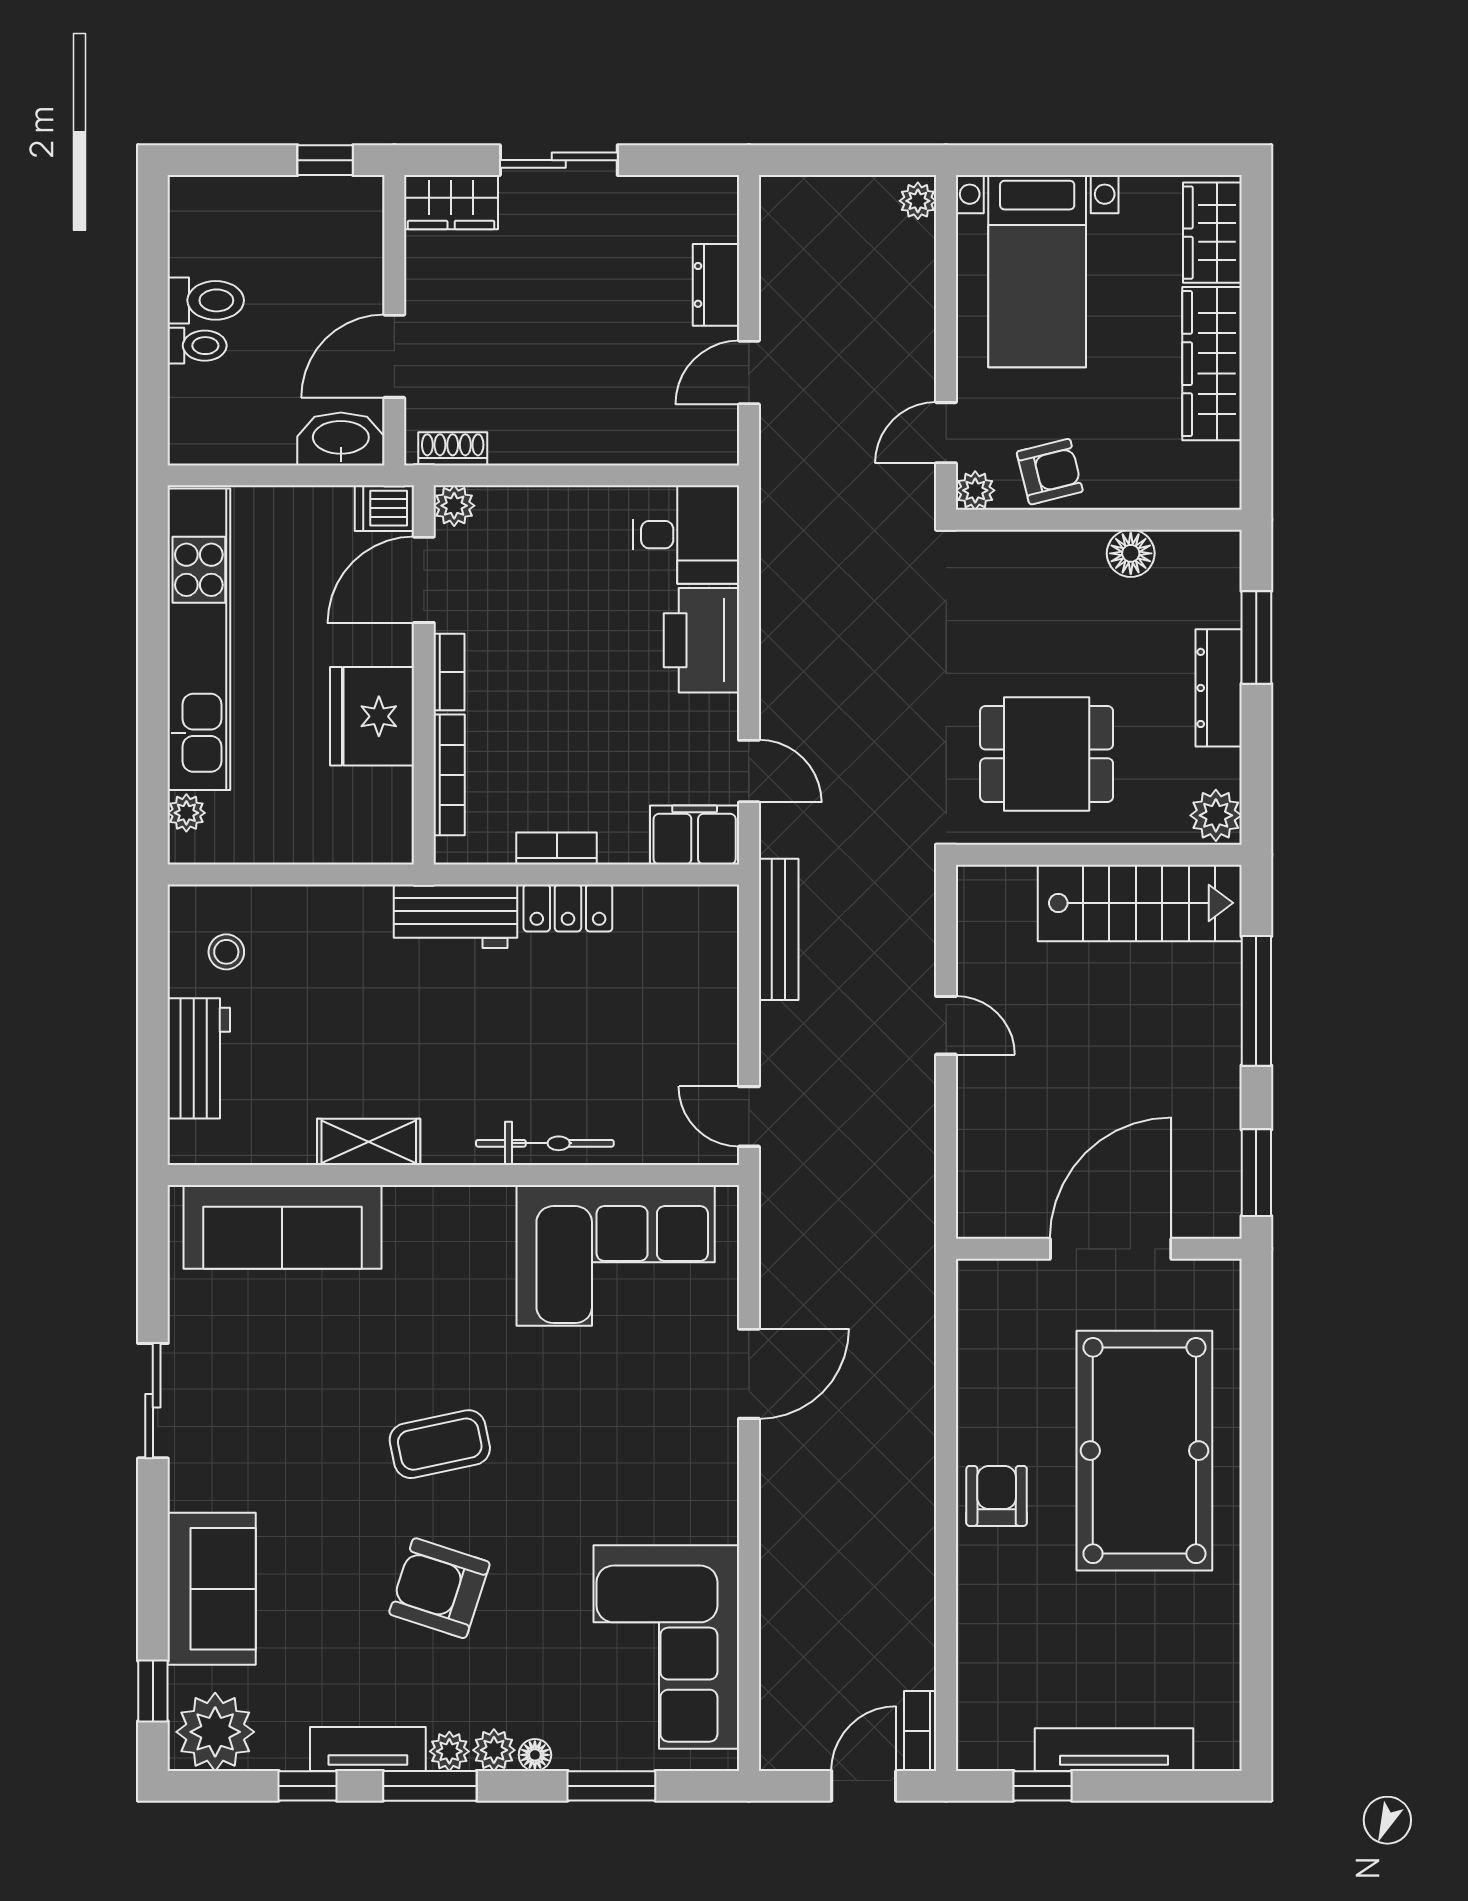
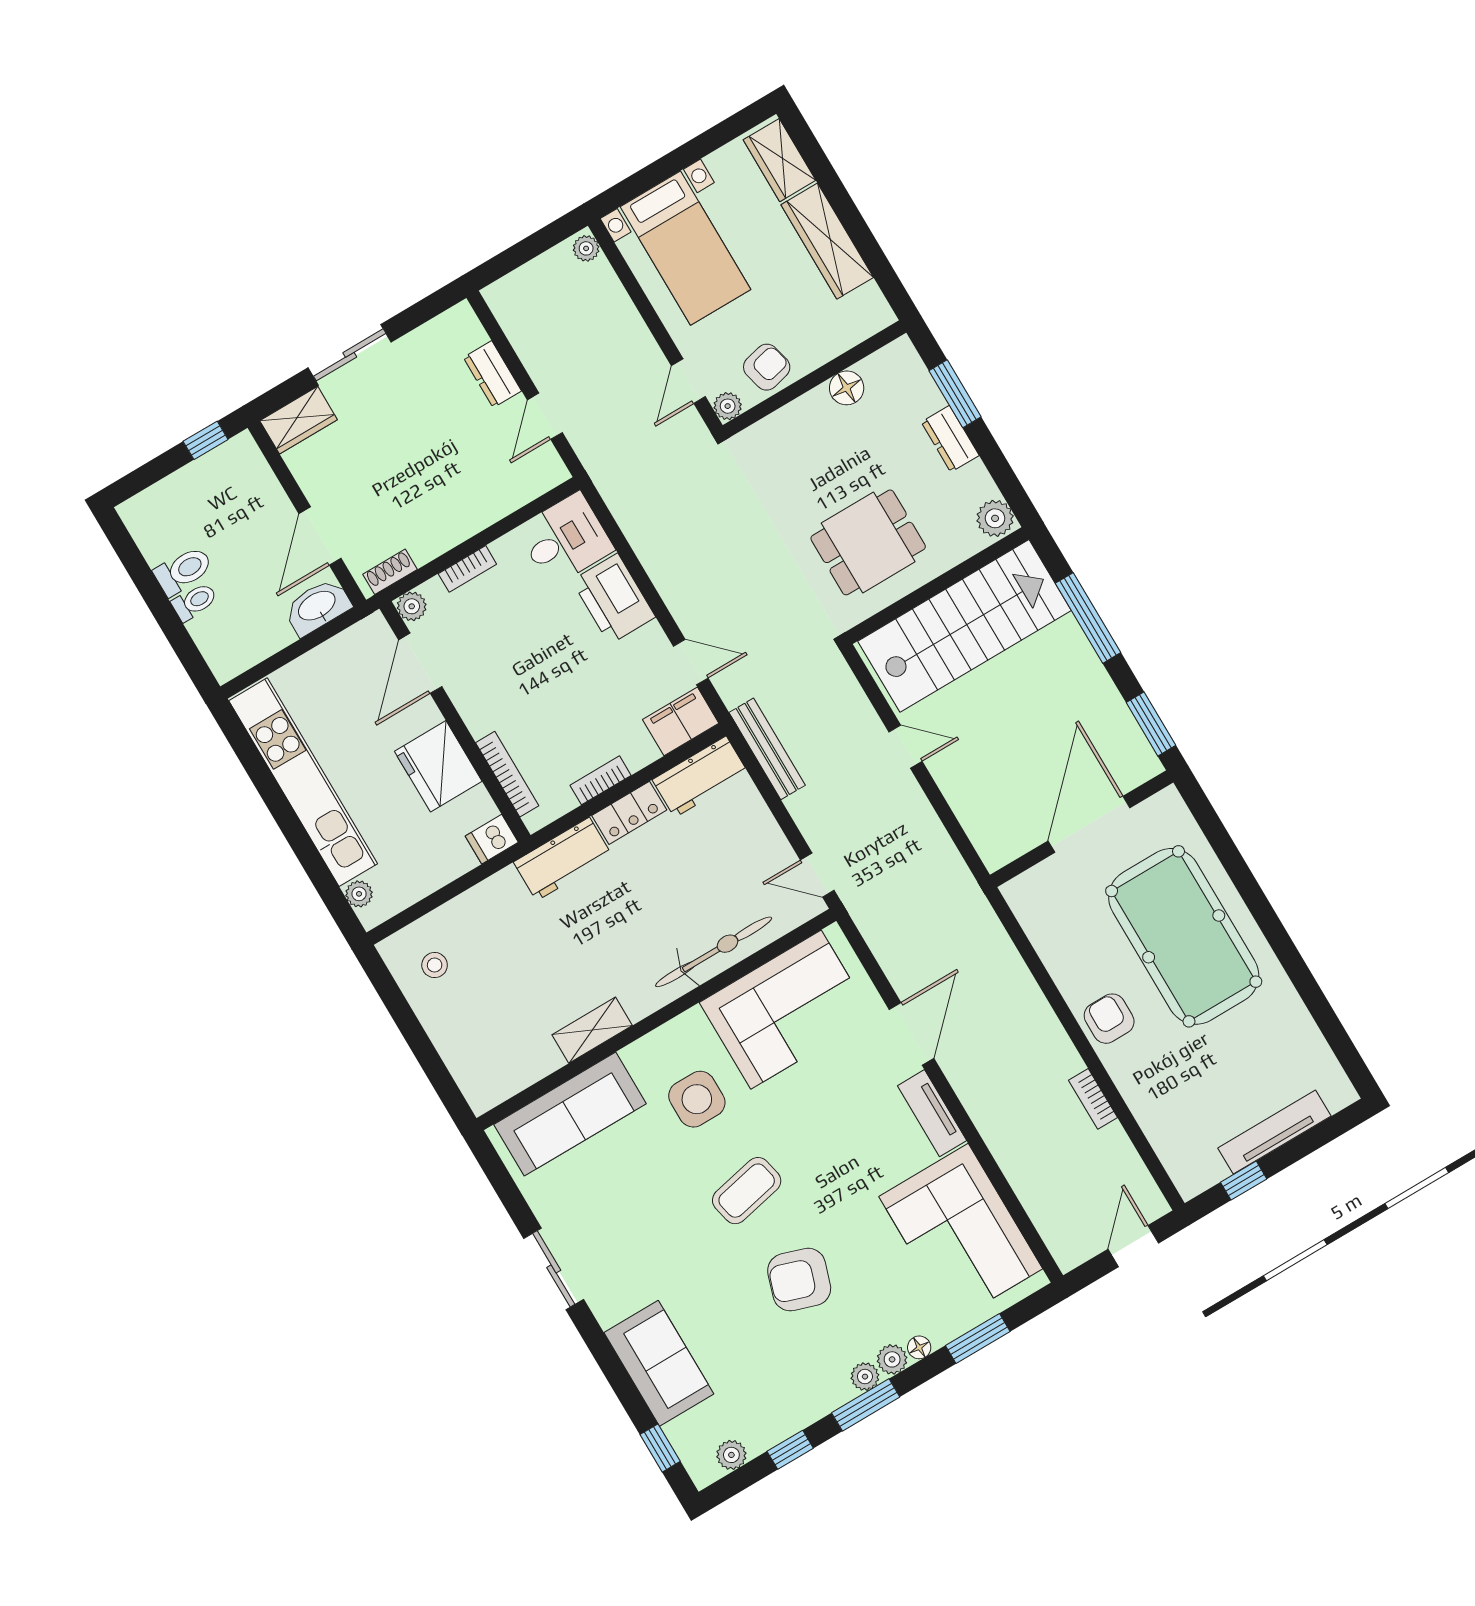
dishwasher: (384, 508) -> (492, 839), moved
bookcase: (449, 672) -> (467, 569), moved, turned 90
dresser: (1219, 688) -> (950, 439), width x0.70
stairs: (1140, 903) -> (964, 626), width x1.36, depth x1.51
workbench: (199, 1058) -> (700, 777), moved, turned 90
bicycle: (545, 1143) -> (714, 952), width x1.37, depth x1.40
side table: (445, 1299) -> (697, 1099), added
bookcase: (920, 1731) -> (1093, 1099), moved
plant: (215, 1732) -> (731, 1455), width x0.53, depth x0.53
tv unit: (368, 1749) -> (932, 1113), moved, turned -90

